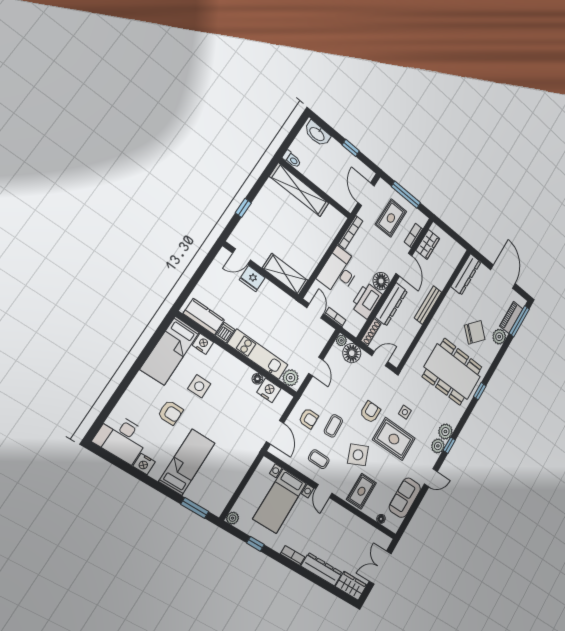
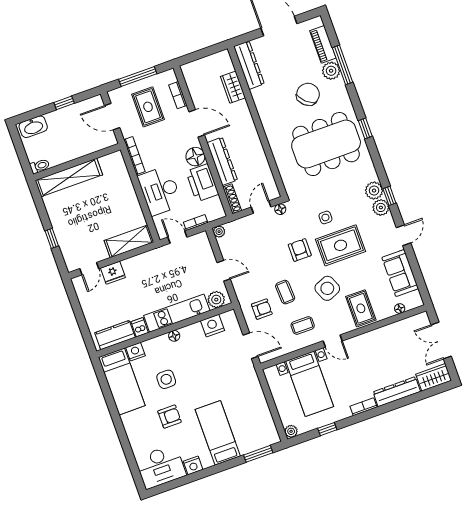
wardrobe: (428, 244) -> (233, 87), moved, turned 180
bench: (428, 305) -> (249, 125), removed
window: (519, 321) -> (342, 65), moved
floor lamp: (352, 353) -> (280, 209), moved, width x0.53, depth x0.53
floor lamp: (257, 379) -> (174, 336), moved

